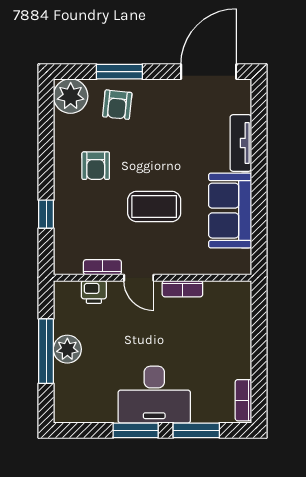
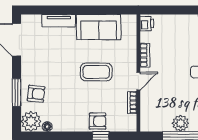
floor lamp: (62, 124) -> (47, 127), added
armchair: (96, 166) -> (98, 121), moved
coffee table: (154, 206) -> (96, 72), turned 90
printer: (94, 292) -> (147, 23), moved

